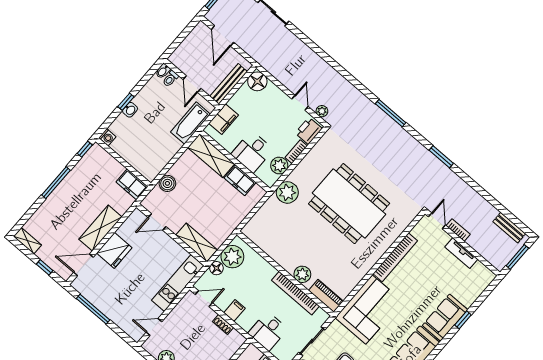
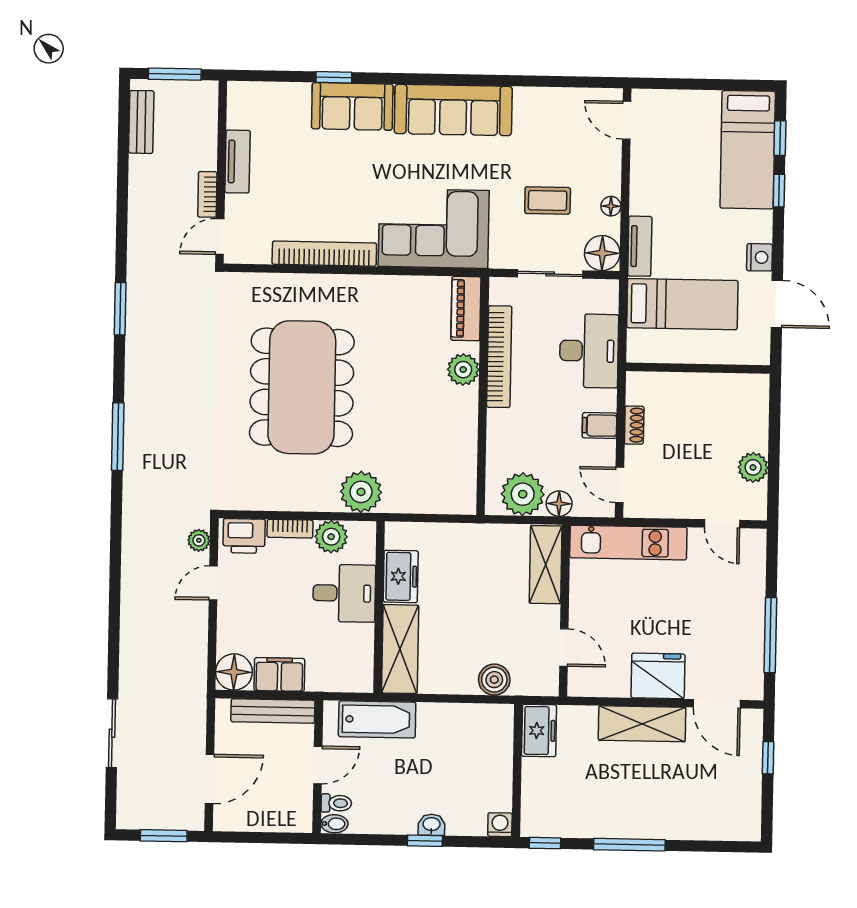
filing cabinet: (223, 119) -> (279, 674), moved
shelving: (28, 241) -> (750, 816), removed
desk: (268, 331) -> (589, 351), width x1.37

